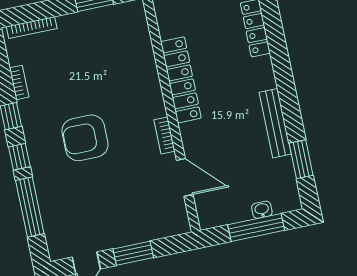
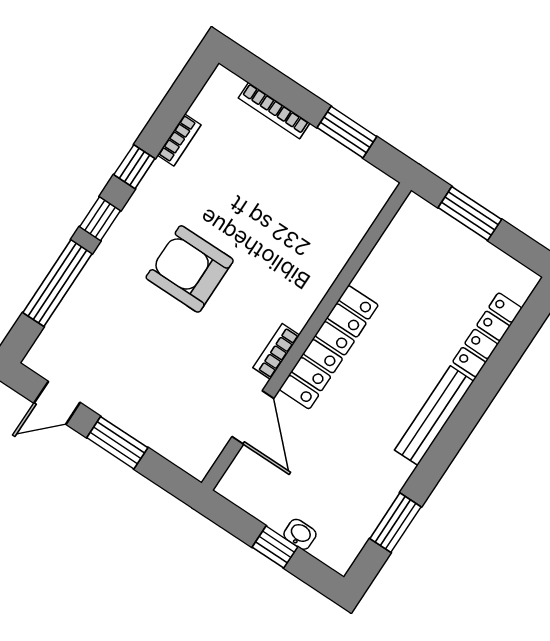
bookcase: (32, 28) -> (274, 110), moved
locker: (181, 80) -> (329, 347), moved
bench: (275, 123) -> (434, 416), moved
window: (256, 228) -> (275, 547), width x0.46

